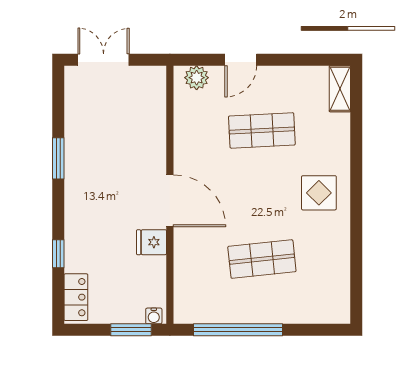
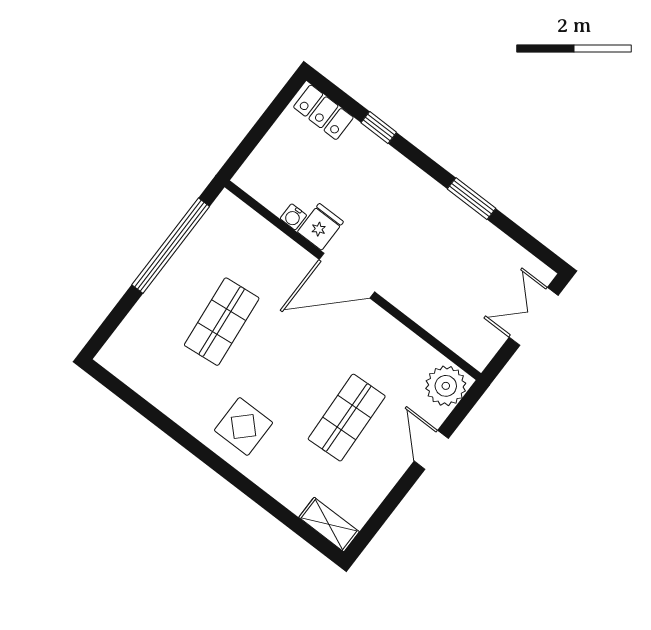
double door: (104, 60) -> (534, 316), swing flipped
plant: (197, 78) -> (446, 386), width x1.36, depth x1.36
water cooler: (154, 316) -> (293, 217), moved, turned -90
window: (131, 330) -> (251, 142), removed

